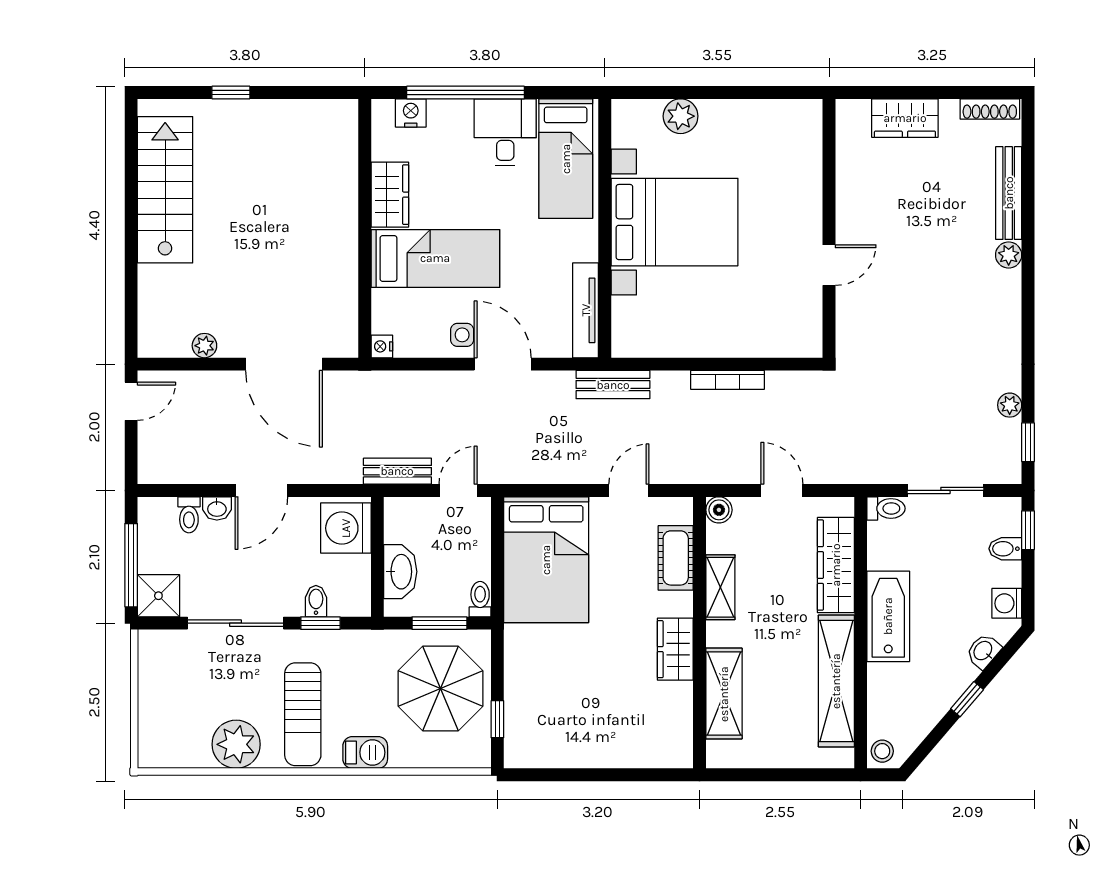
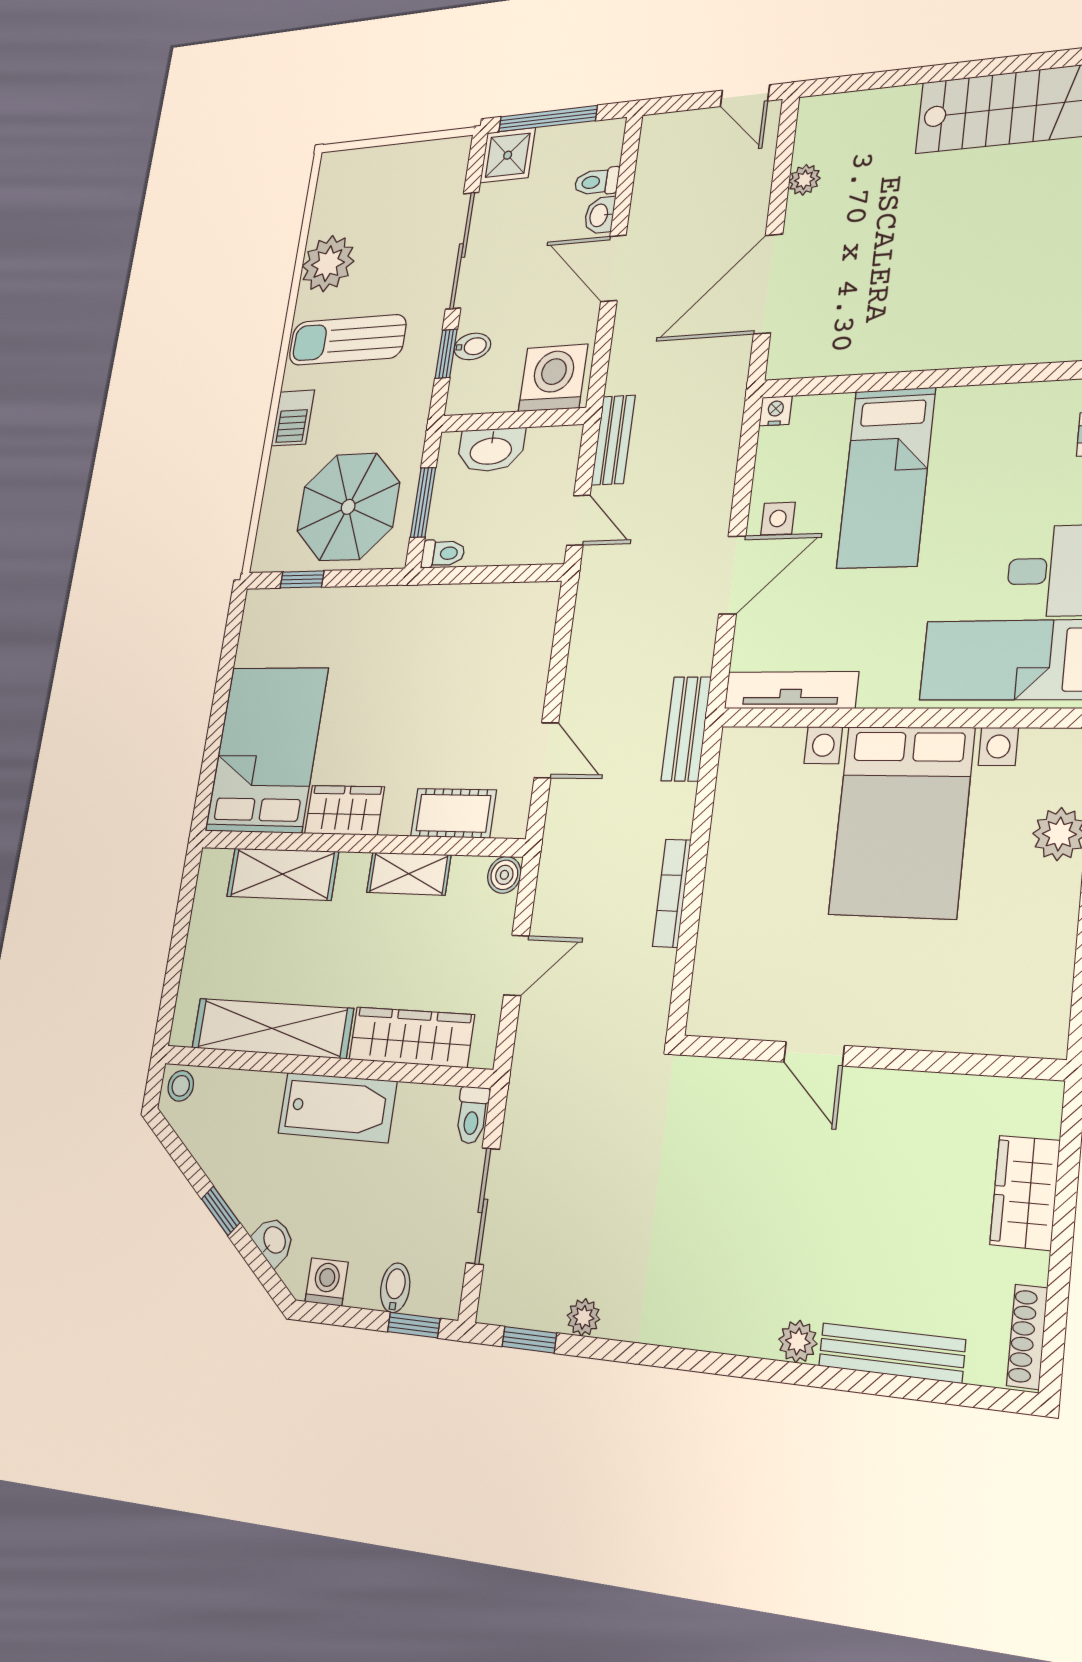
wardrobe: (390, 195) -> (983, 410), removed
bed: (546, 560) -> (267, 749), moved, turned 90

